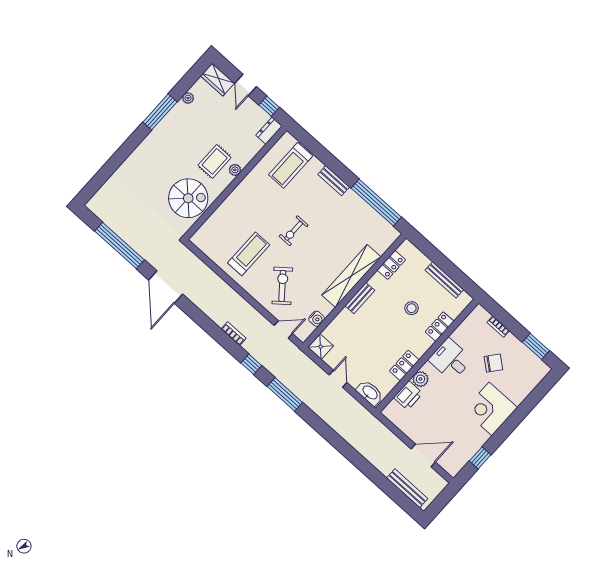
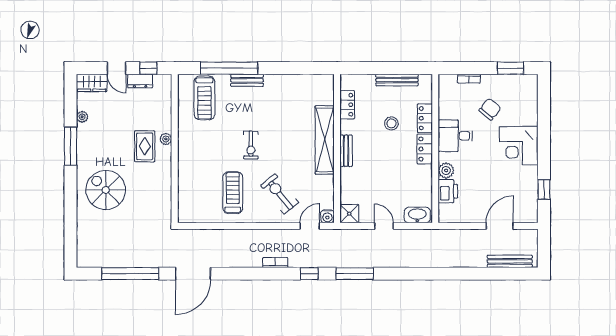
dresser: (269, 131) -> (140, 81), moved, turned -90
spiral stairs: (188, 198) -> (106, 190), moved, turned -90
window: (376, 203) -> (229, 68), moved
door: (166, 287) -> (193, 274), hinge flipped
water cooler: (317, 319) -> (327, 216), moved, turned 90
locker: (404, 365) -> (425, 149), moved

